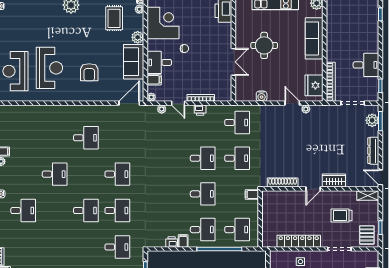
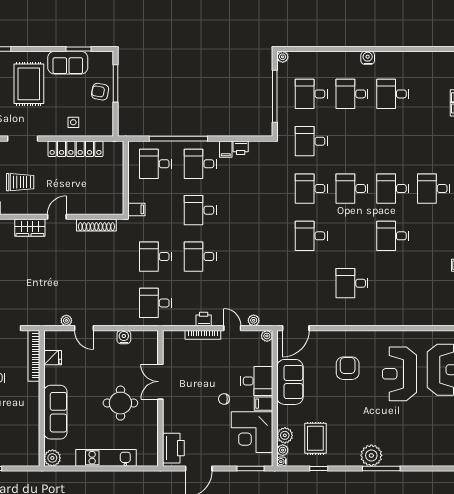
plant: (138, 37) -> (285, 435), moved
filing cabinet: (154, 80) -> (263, 404), moved
fridge: (314, 85) -> (53, 358), width x0.53, depth x0.75
desk: (55, 211) -> (393, 189), added

